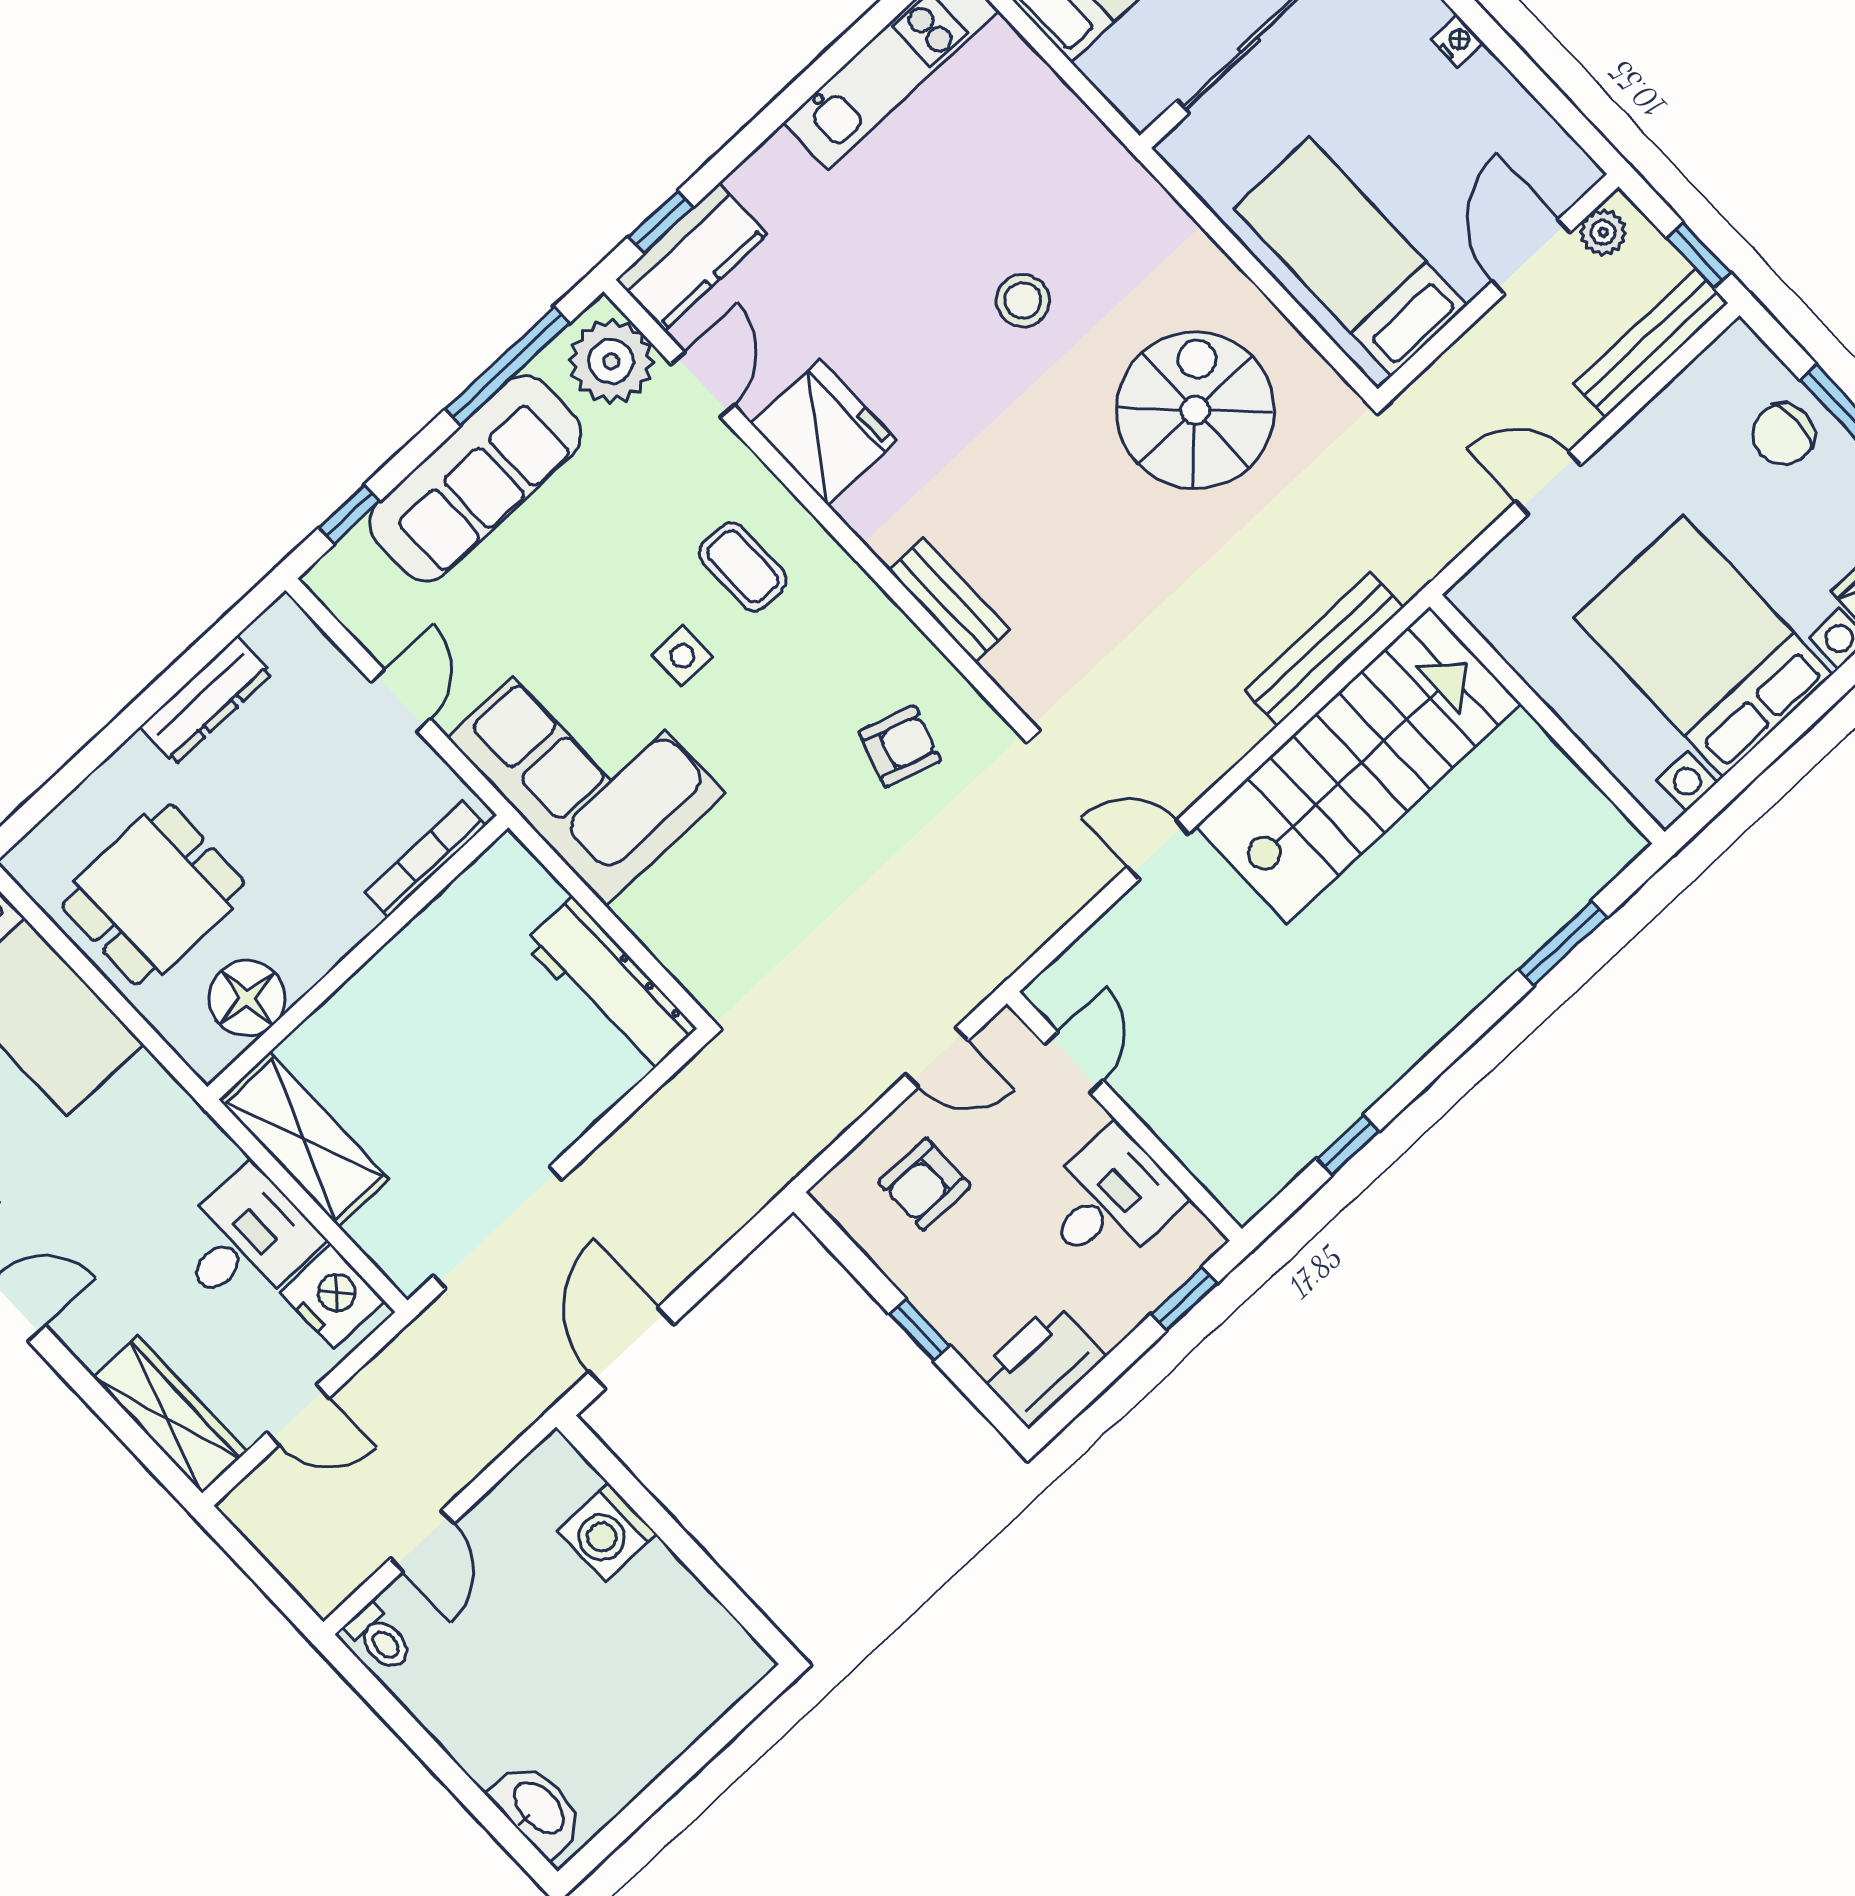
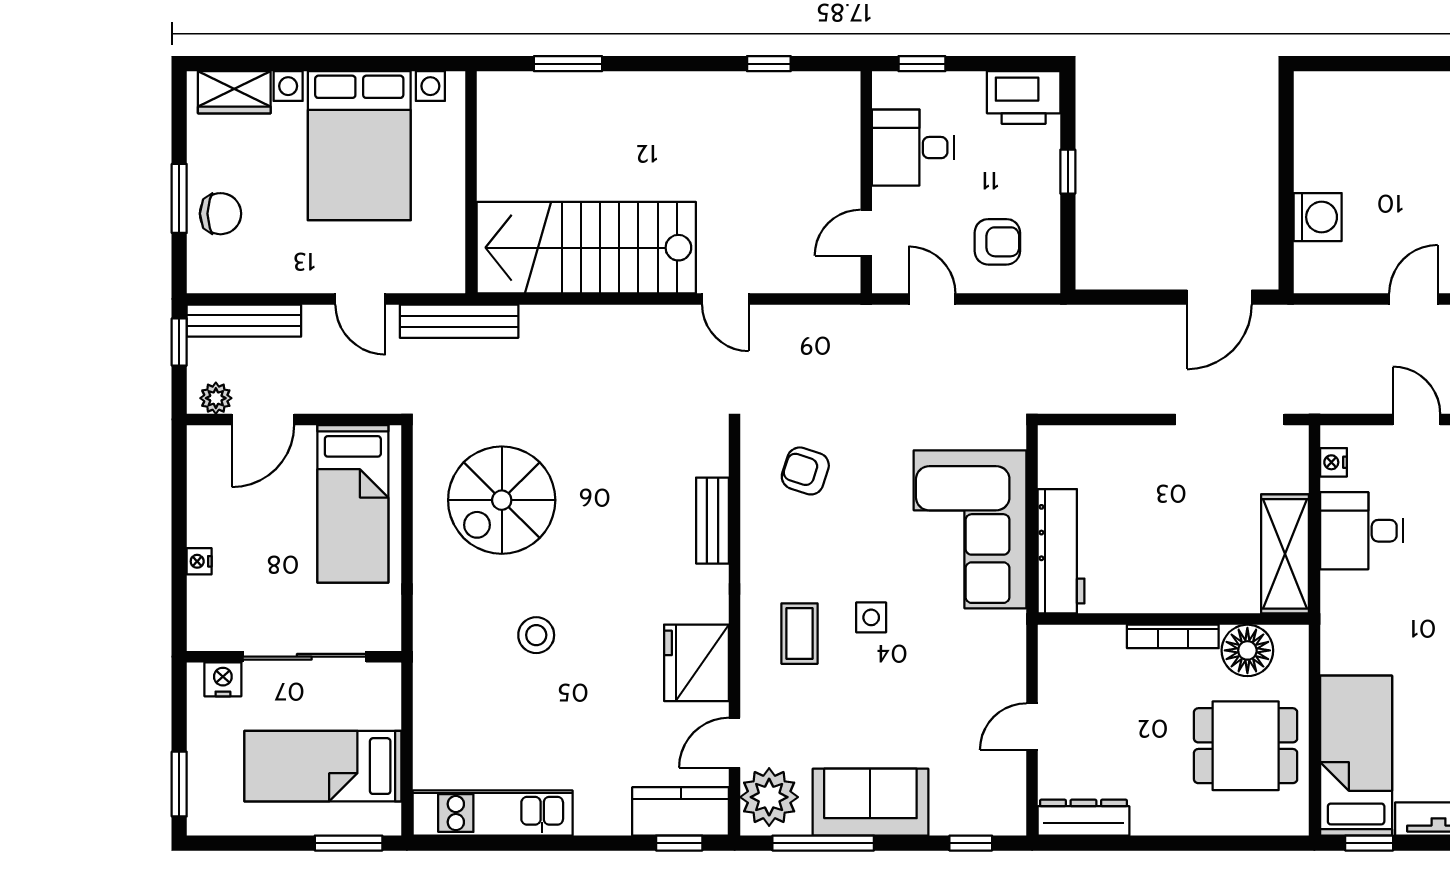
sofa: (475, 479) -> (870, 802), width x0.73
bench: (1324, 649) -> (459, 321), moved
dresser: (206, 700) -> (1083, 818), moved
corner sofa: (587, 766) -> (970, 529), moved
bookcase: (425, 859) -> (1173, 636), moved
workbench: (610, 986) -> (1061, 551), moved
nightstand: (332, 1297) -> (1333, 462), width x0.53, depth x0.56

